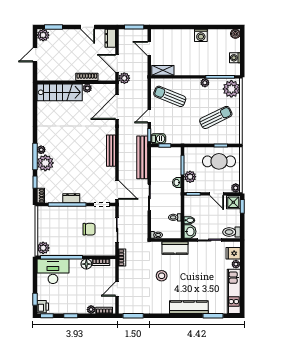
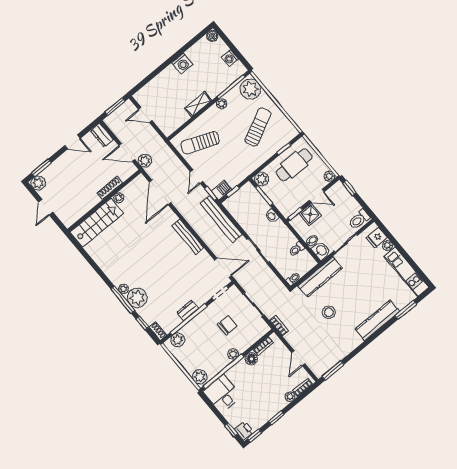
shelving: (163, 70) -> (198, 104), moved
plant: (190, 177) -> (262, 179), moved
shower: (233, 202) -> (310, 214), moved
plant: (49, 212) -> (178, 340), added
kitchen counter: (175, 248) -> (320, 277), width x1.50
plant: (77, 251) -> (233, 354), added
desk: (53, 271) -> (222, 394), width x0.73

